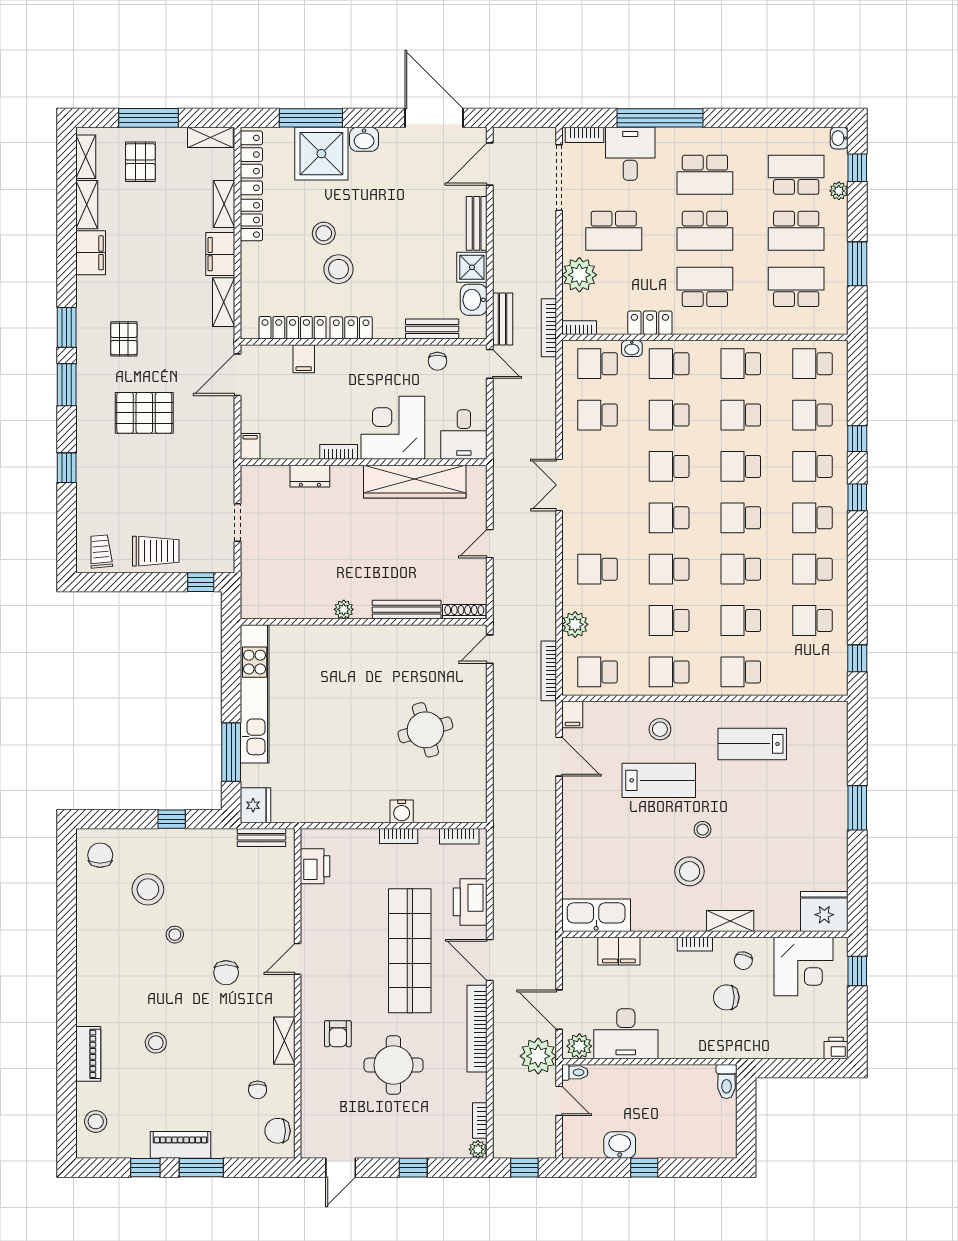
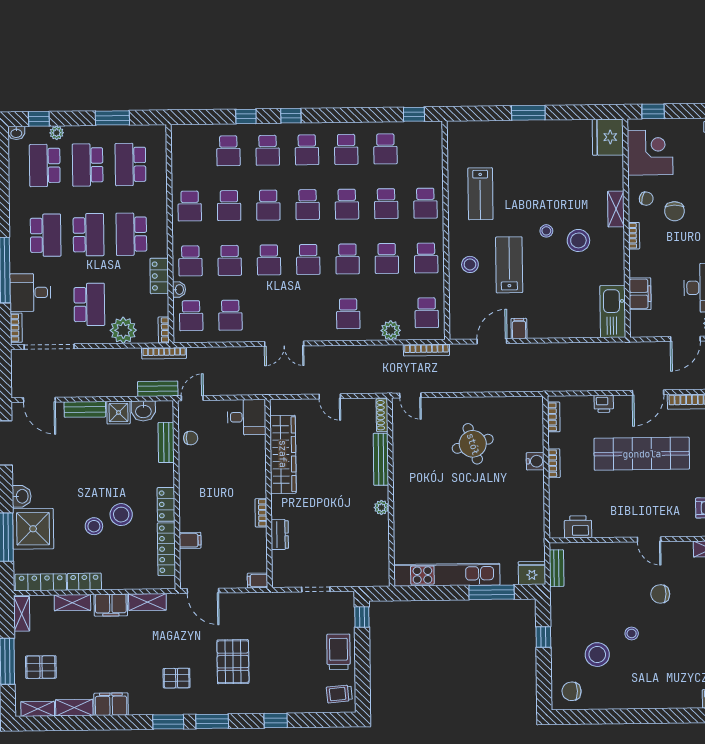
school desk: (796, 231) -> (88, 165), turned 180
school desk: (812, 364) -> (189, 151), removed
corner desk: (393, 428) -> (242, 472), removed
filing cabinet: (573, 715) -> (519, 329), moved, turned -90
printer: (470, 902) -> (604, 404), width x0.53, depth x0.68
chair: (226, 973) -> (660, 594), turned 180

